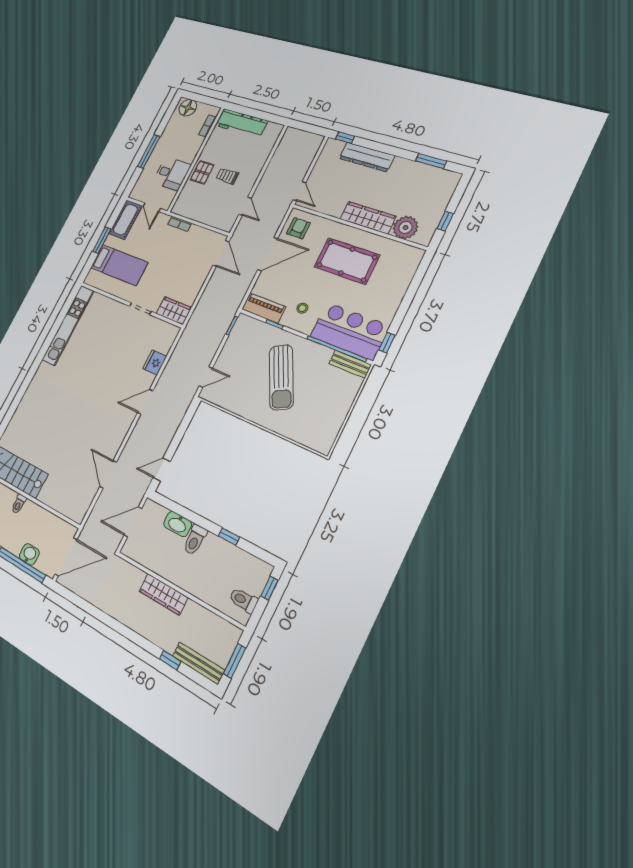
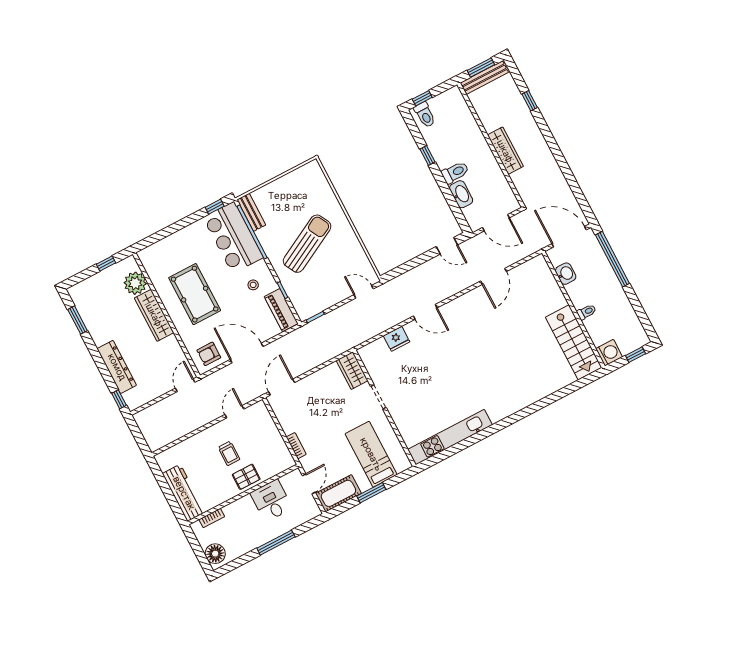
washbasin: (29, 554) -> (566, 274), moved, turned 180
toilet: (243, 600) -> (425, 115), moved
bench: (198, 663) -> (484, 78), moved, turned 90

